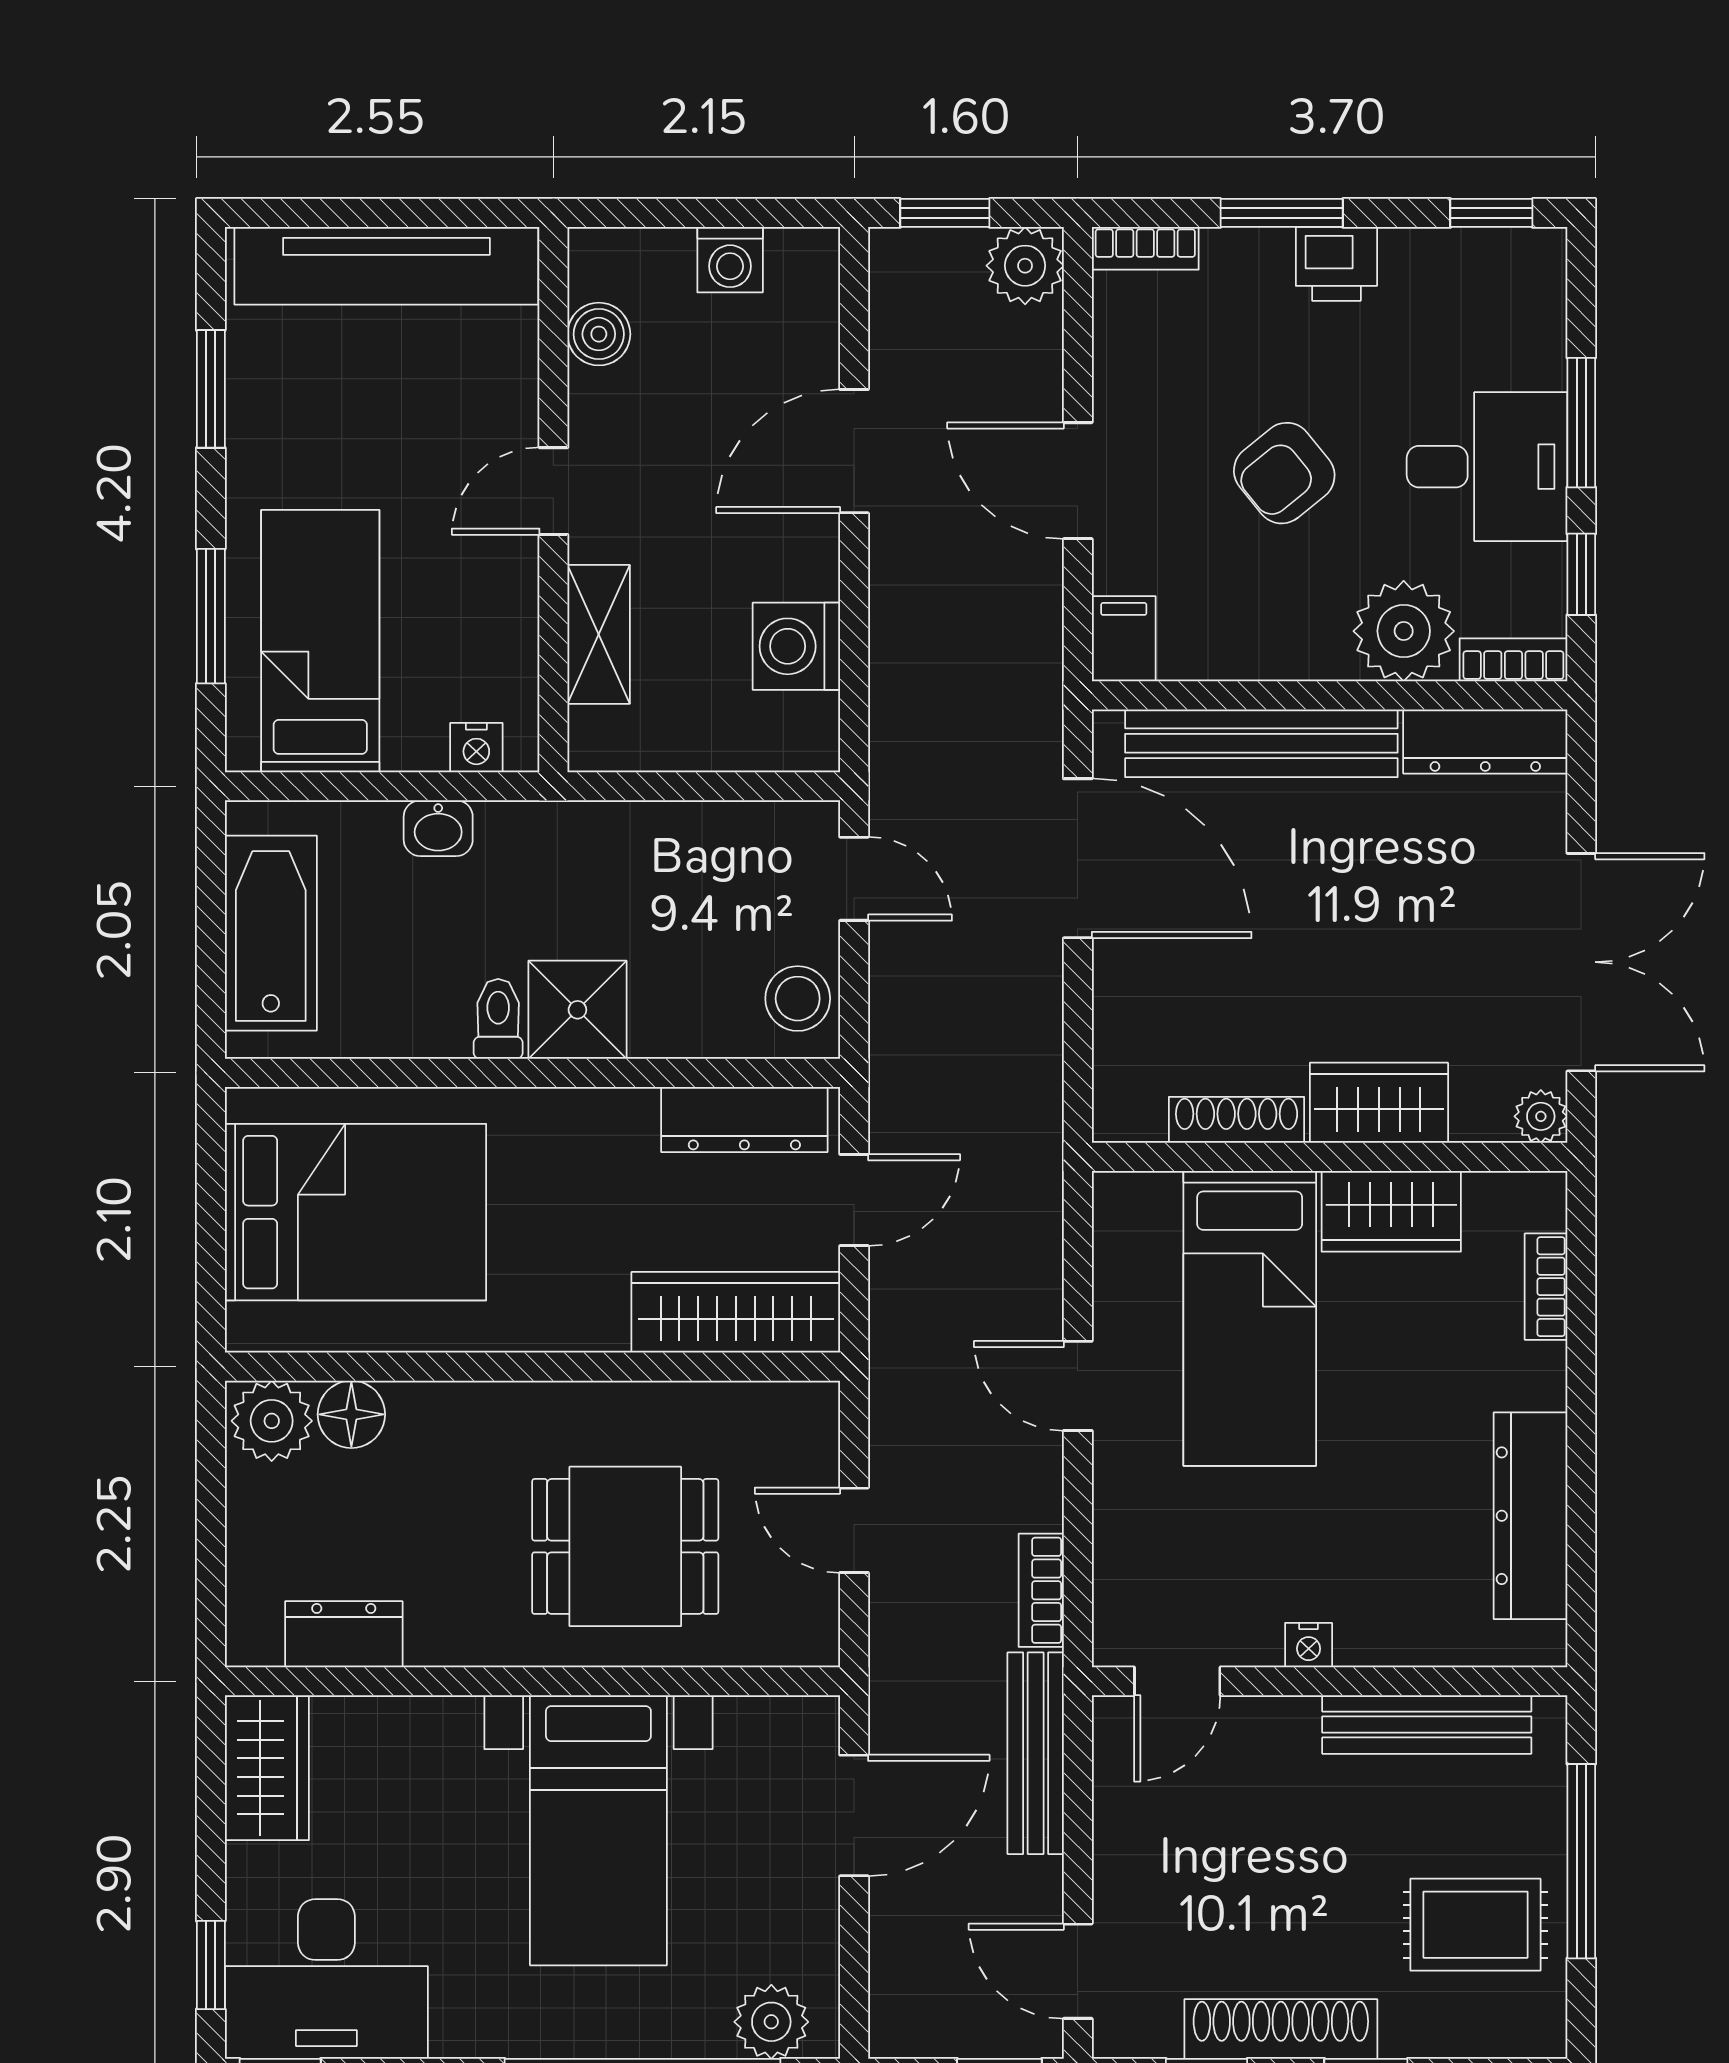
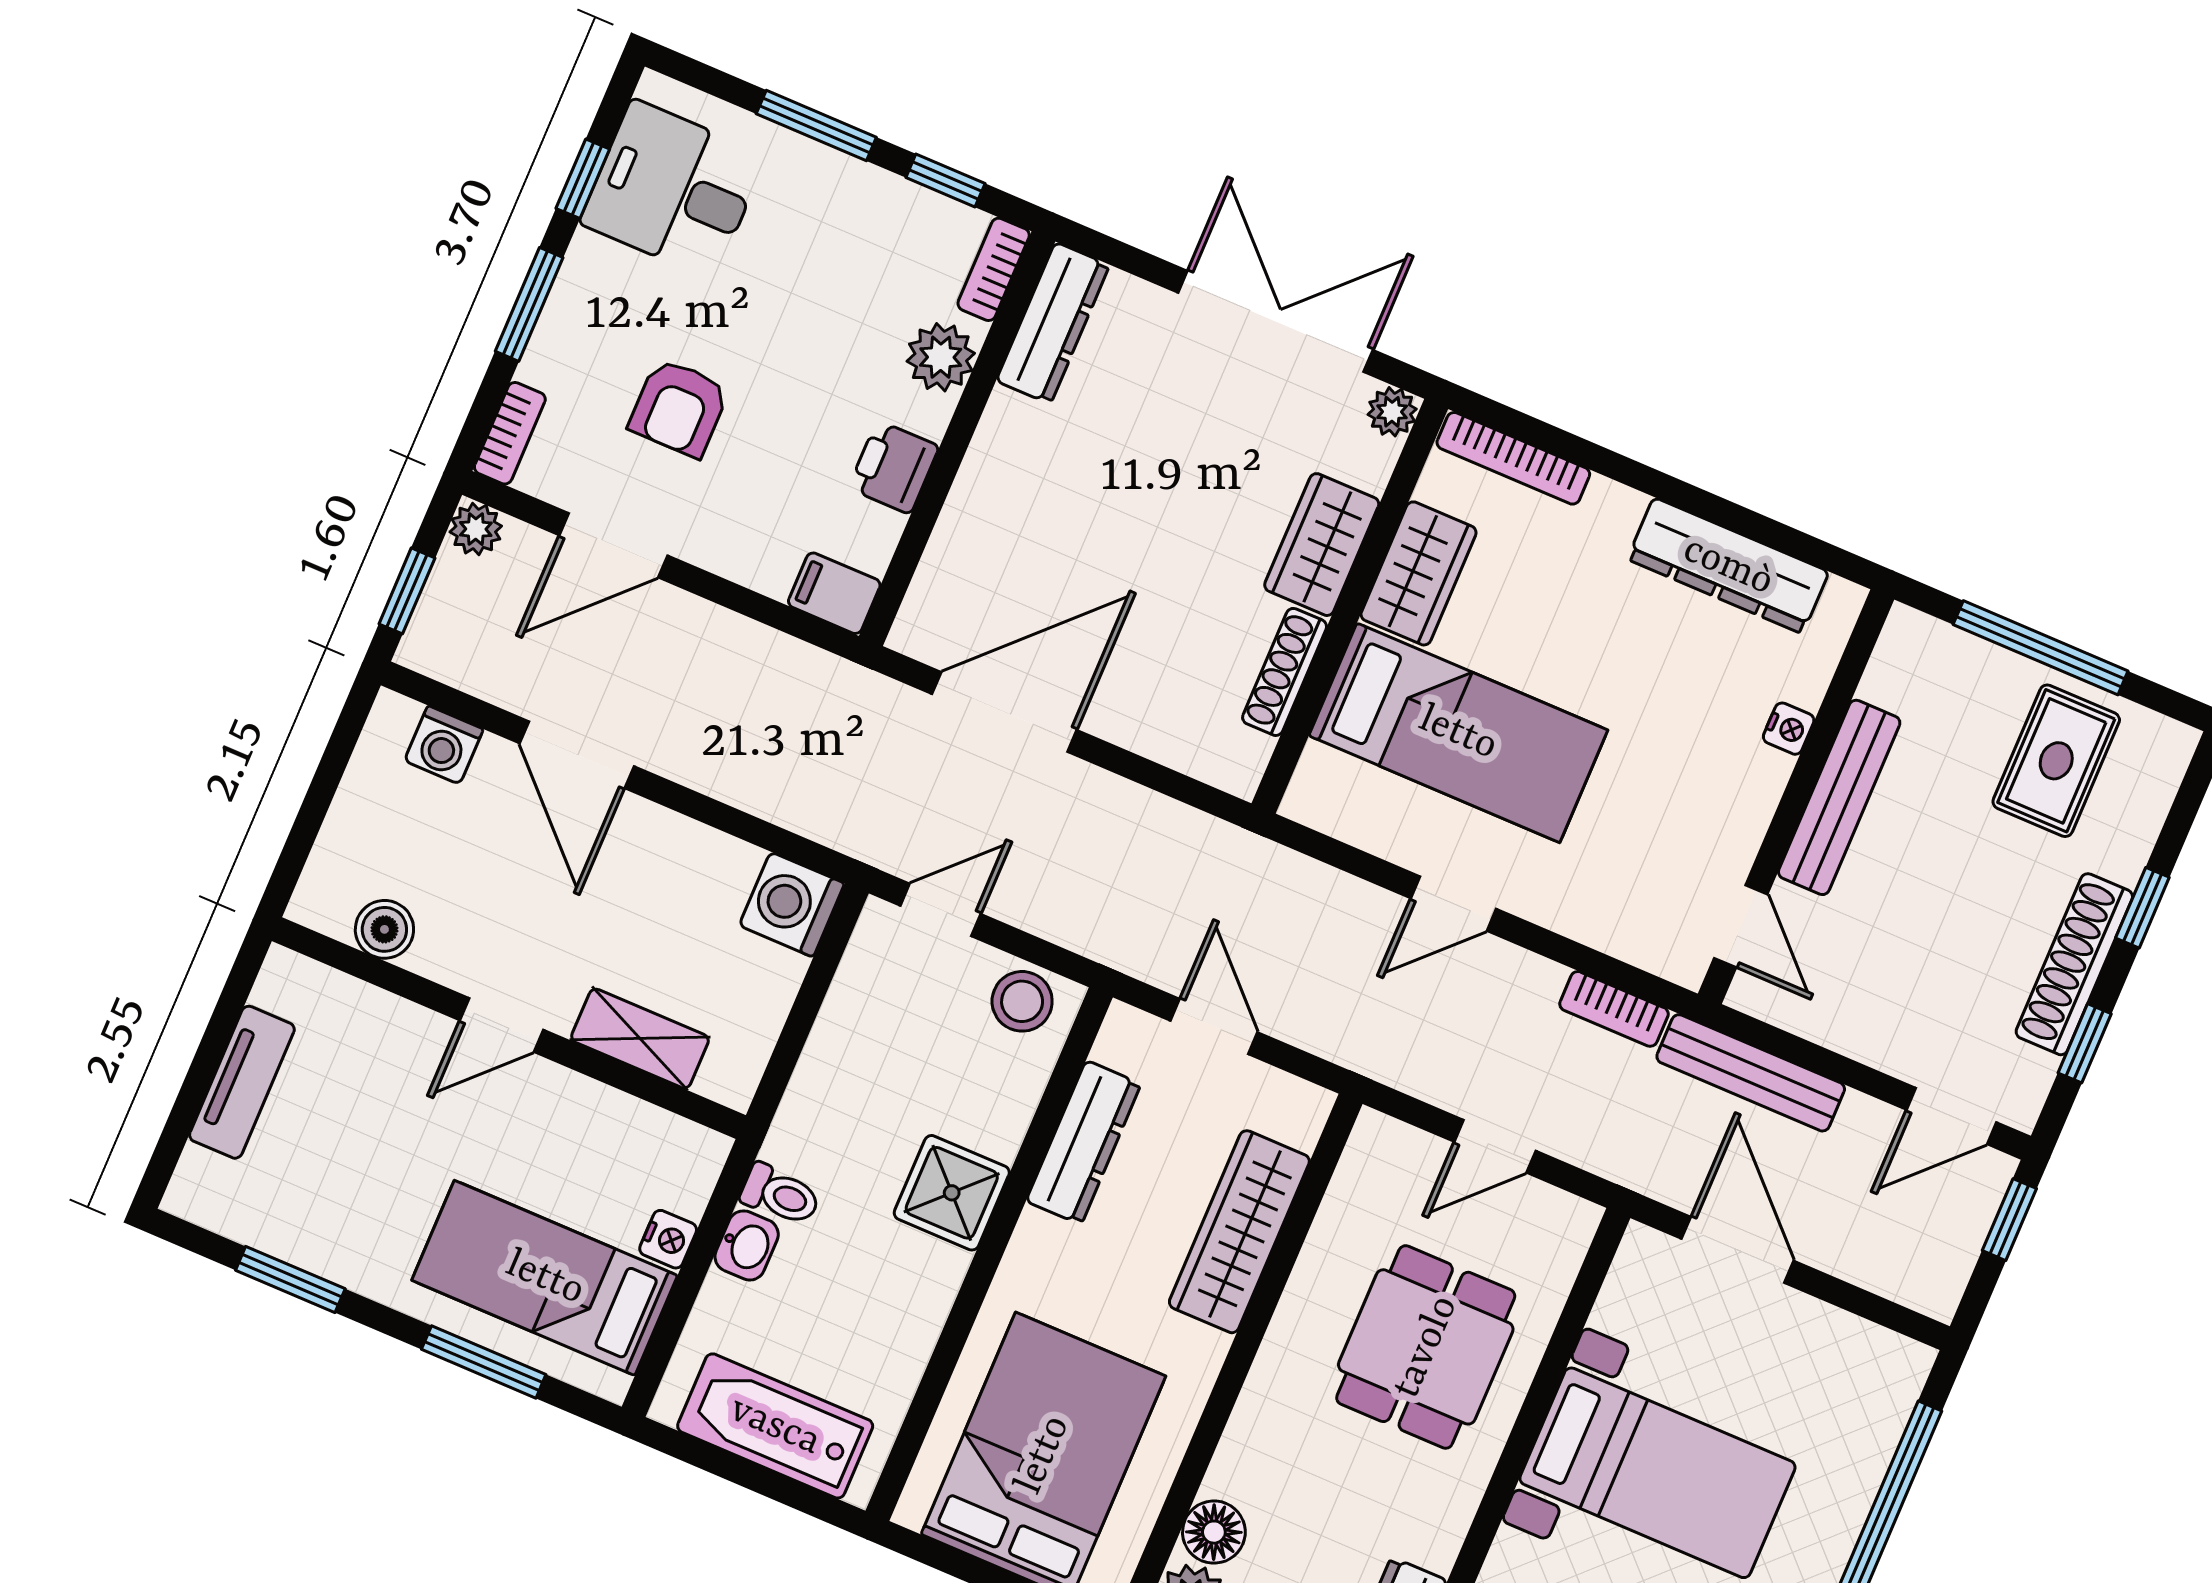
window: (1491, 213) -> (583, 179), moved
washing machine: (730, 260) -> (444, 745), moved, turned 90
printer: (1336, 264) -> (894, 467), moved, turned 180
tv unit: (386, 266) -> (242, 1082), width x0.52, depth x0.78
plant: (1025, 266) -> (476, 529), width x0.73, depth x0.73
desk: (1487, 467) -> (673, 189), moved, turned -90
armchair: (1284, 473) -> (679, 408), moved, turned 39
door: (1078, 481) -> (613, 545), moved
door: (553, 491) -> (502, 1025), hinge flipped
plant: (1404, 631) -> (941, 357), width x0.73, depth x0.73
washing machine: (796, 646) -> (792, 904), moved, turned 90
bench: (1261, 743) -> (973, 514), removed
nightstand: (476, 748) -> (668, 1239), moved
toilet: (498, 1019) -> (780, 1195), moved, turned 180
dresser: (744, 1119) -> (1084, 1142), moved
bookcase: (1546, 1287) -> (1513, 458), width x1.56
wardrobe: (736, 1312) -> (1239, 1232), moved
nightstand: (1309, 1645) -> (1789, 729), moved
bench: (1427, 1725) -> (1839, 797), moved
plant: (771, 2022) -> (1883, 1395), removed

